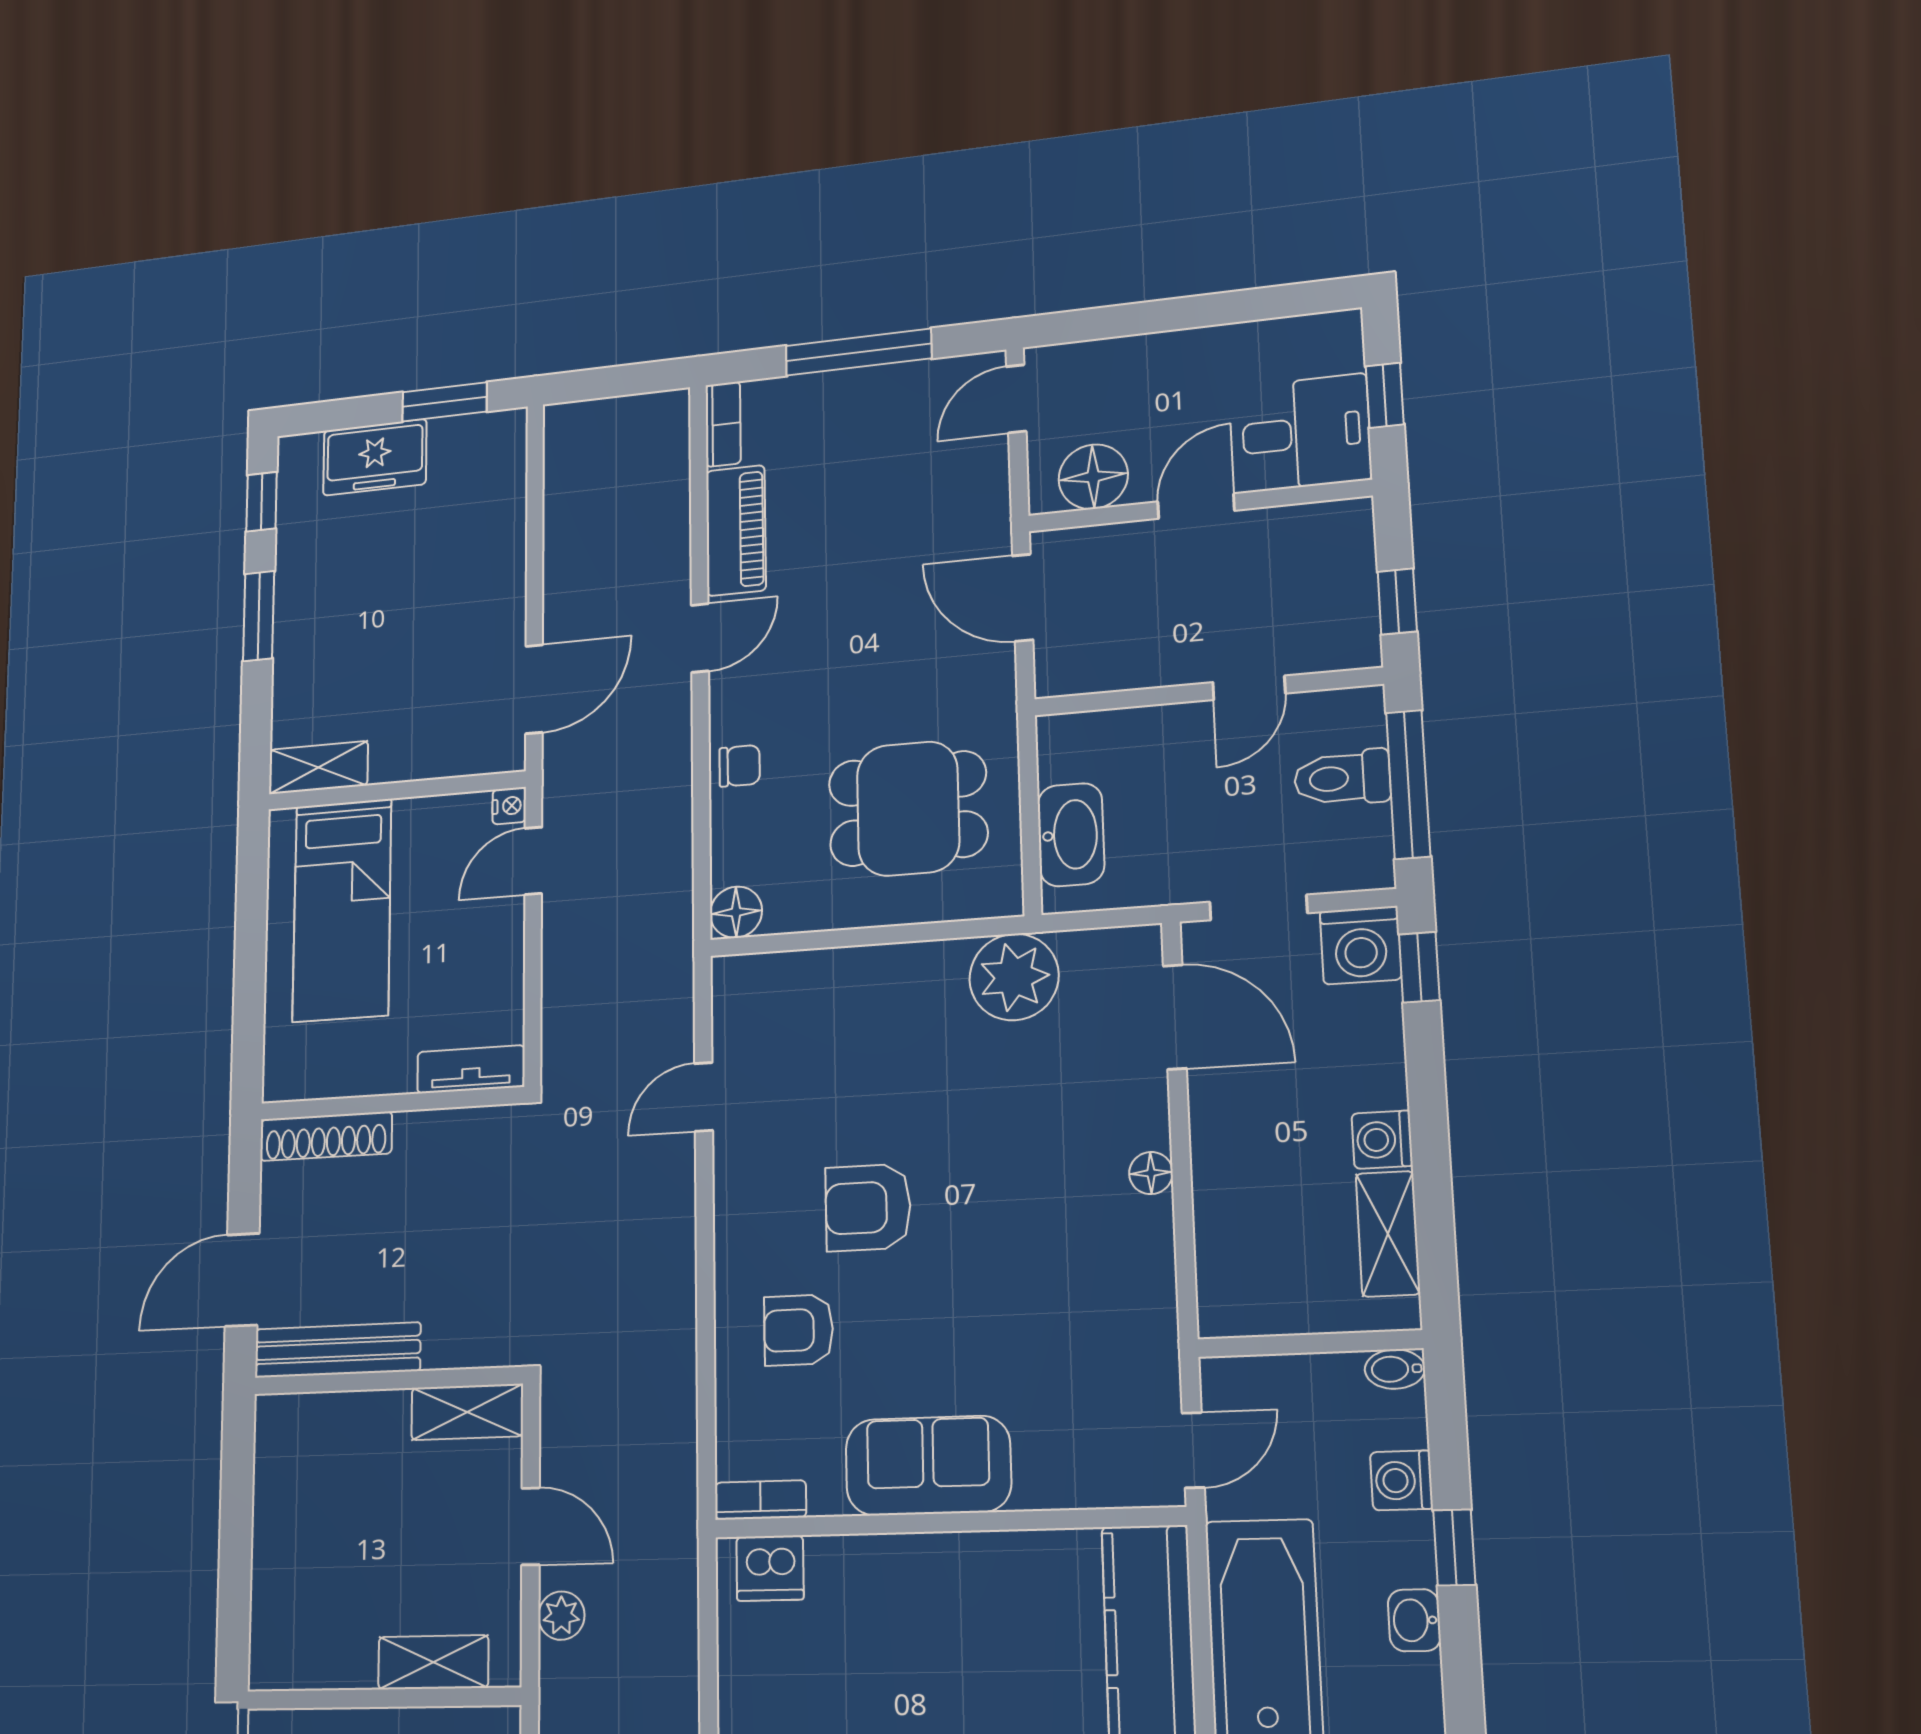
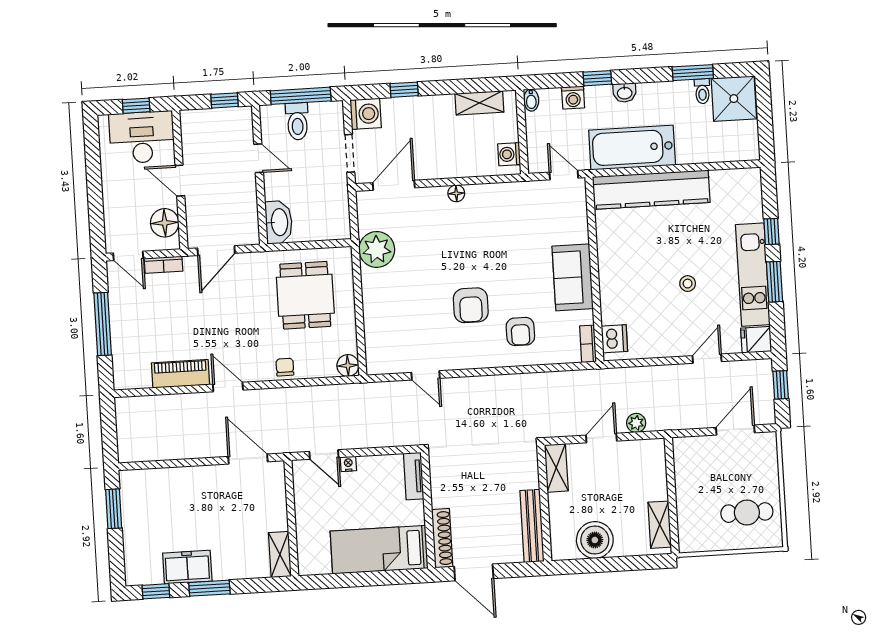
bookcase: (723, 424) -> (164, 265), moved, turned 180
desk: (1306, 433) -> (142, 137), width x1.37
freezer: (375, 457) -> (187, 567), moved, turned -90
nightstand: (509, 806) -> (348, 464), moved
washbasin: (1071, 835) -> (279, 222), moved, turned 90
bed: (342, 910) -> (379, 550), moved, turned 180
window: (1419, 967) -> (404, 90), moved
washing machine: (1382, 1140) -> (509, 154), moved, turned 90
door: (242, 1280) -> (474, 572), moved
boiler: (294, 1502) -> (595, 540), added
shelving: (433, 1662) -> (660, 525), moved

